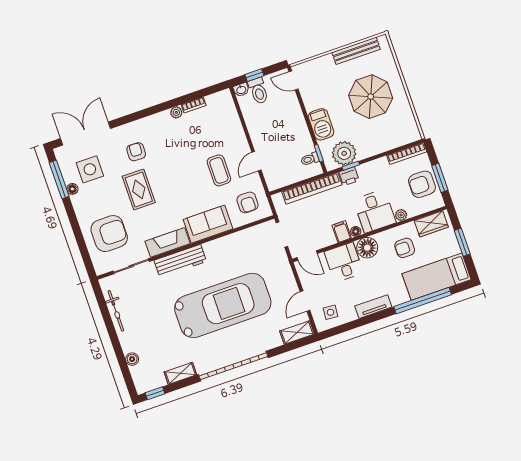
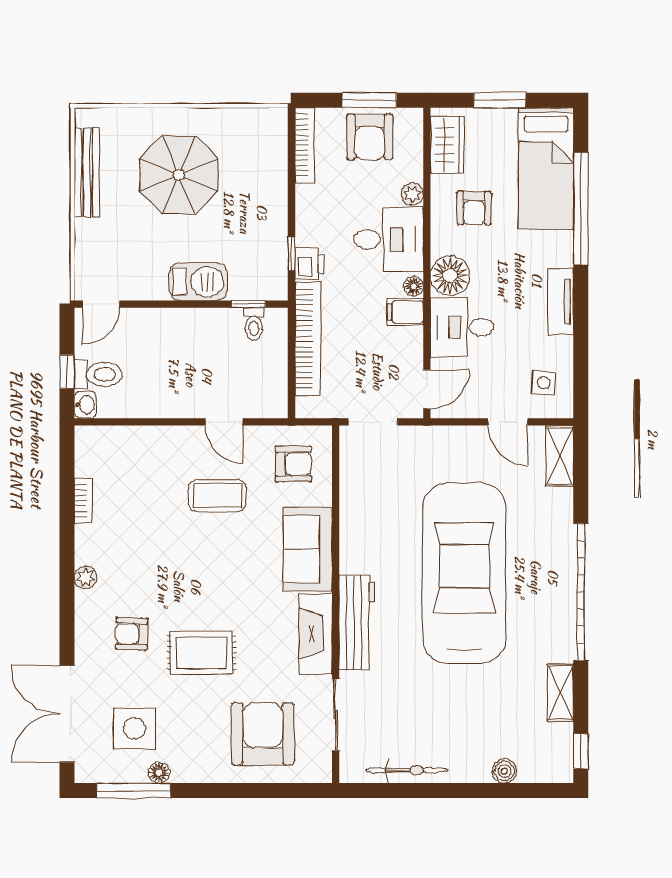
plant: (176, 112) -> (86, 577), moved
plant: (344, 153) -> (265, 258), removed

